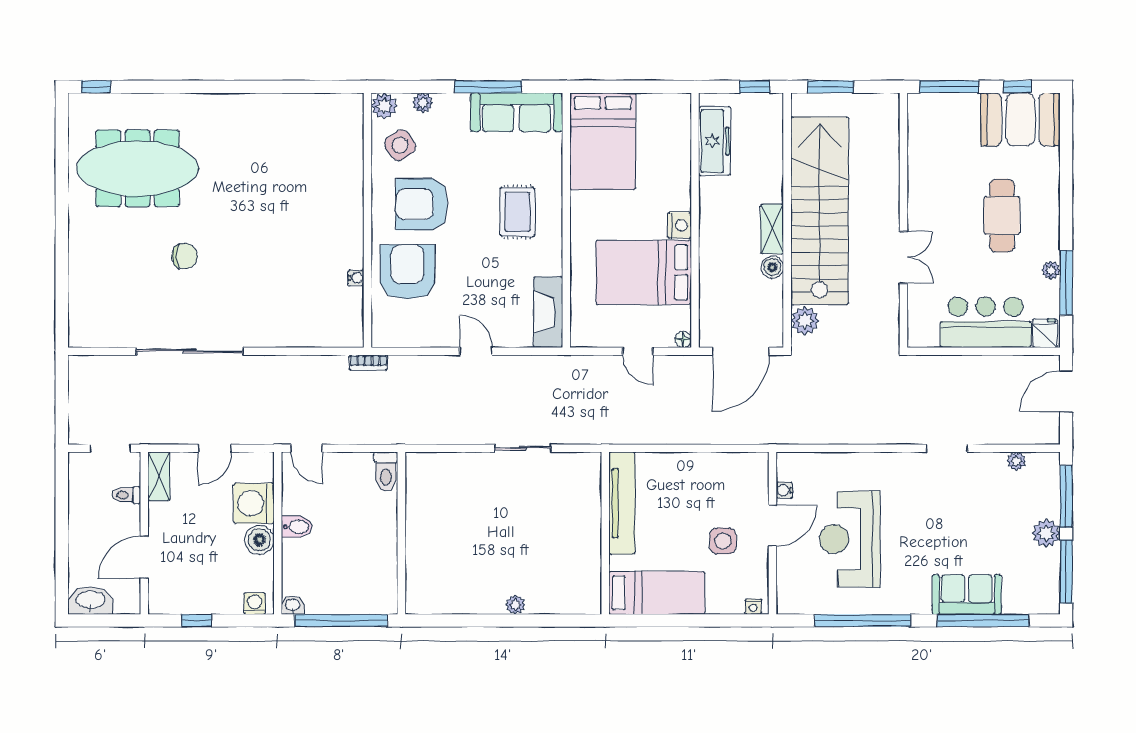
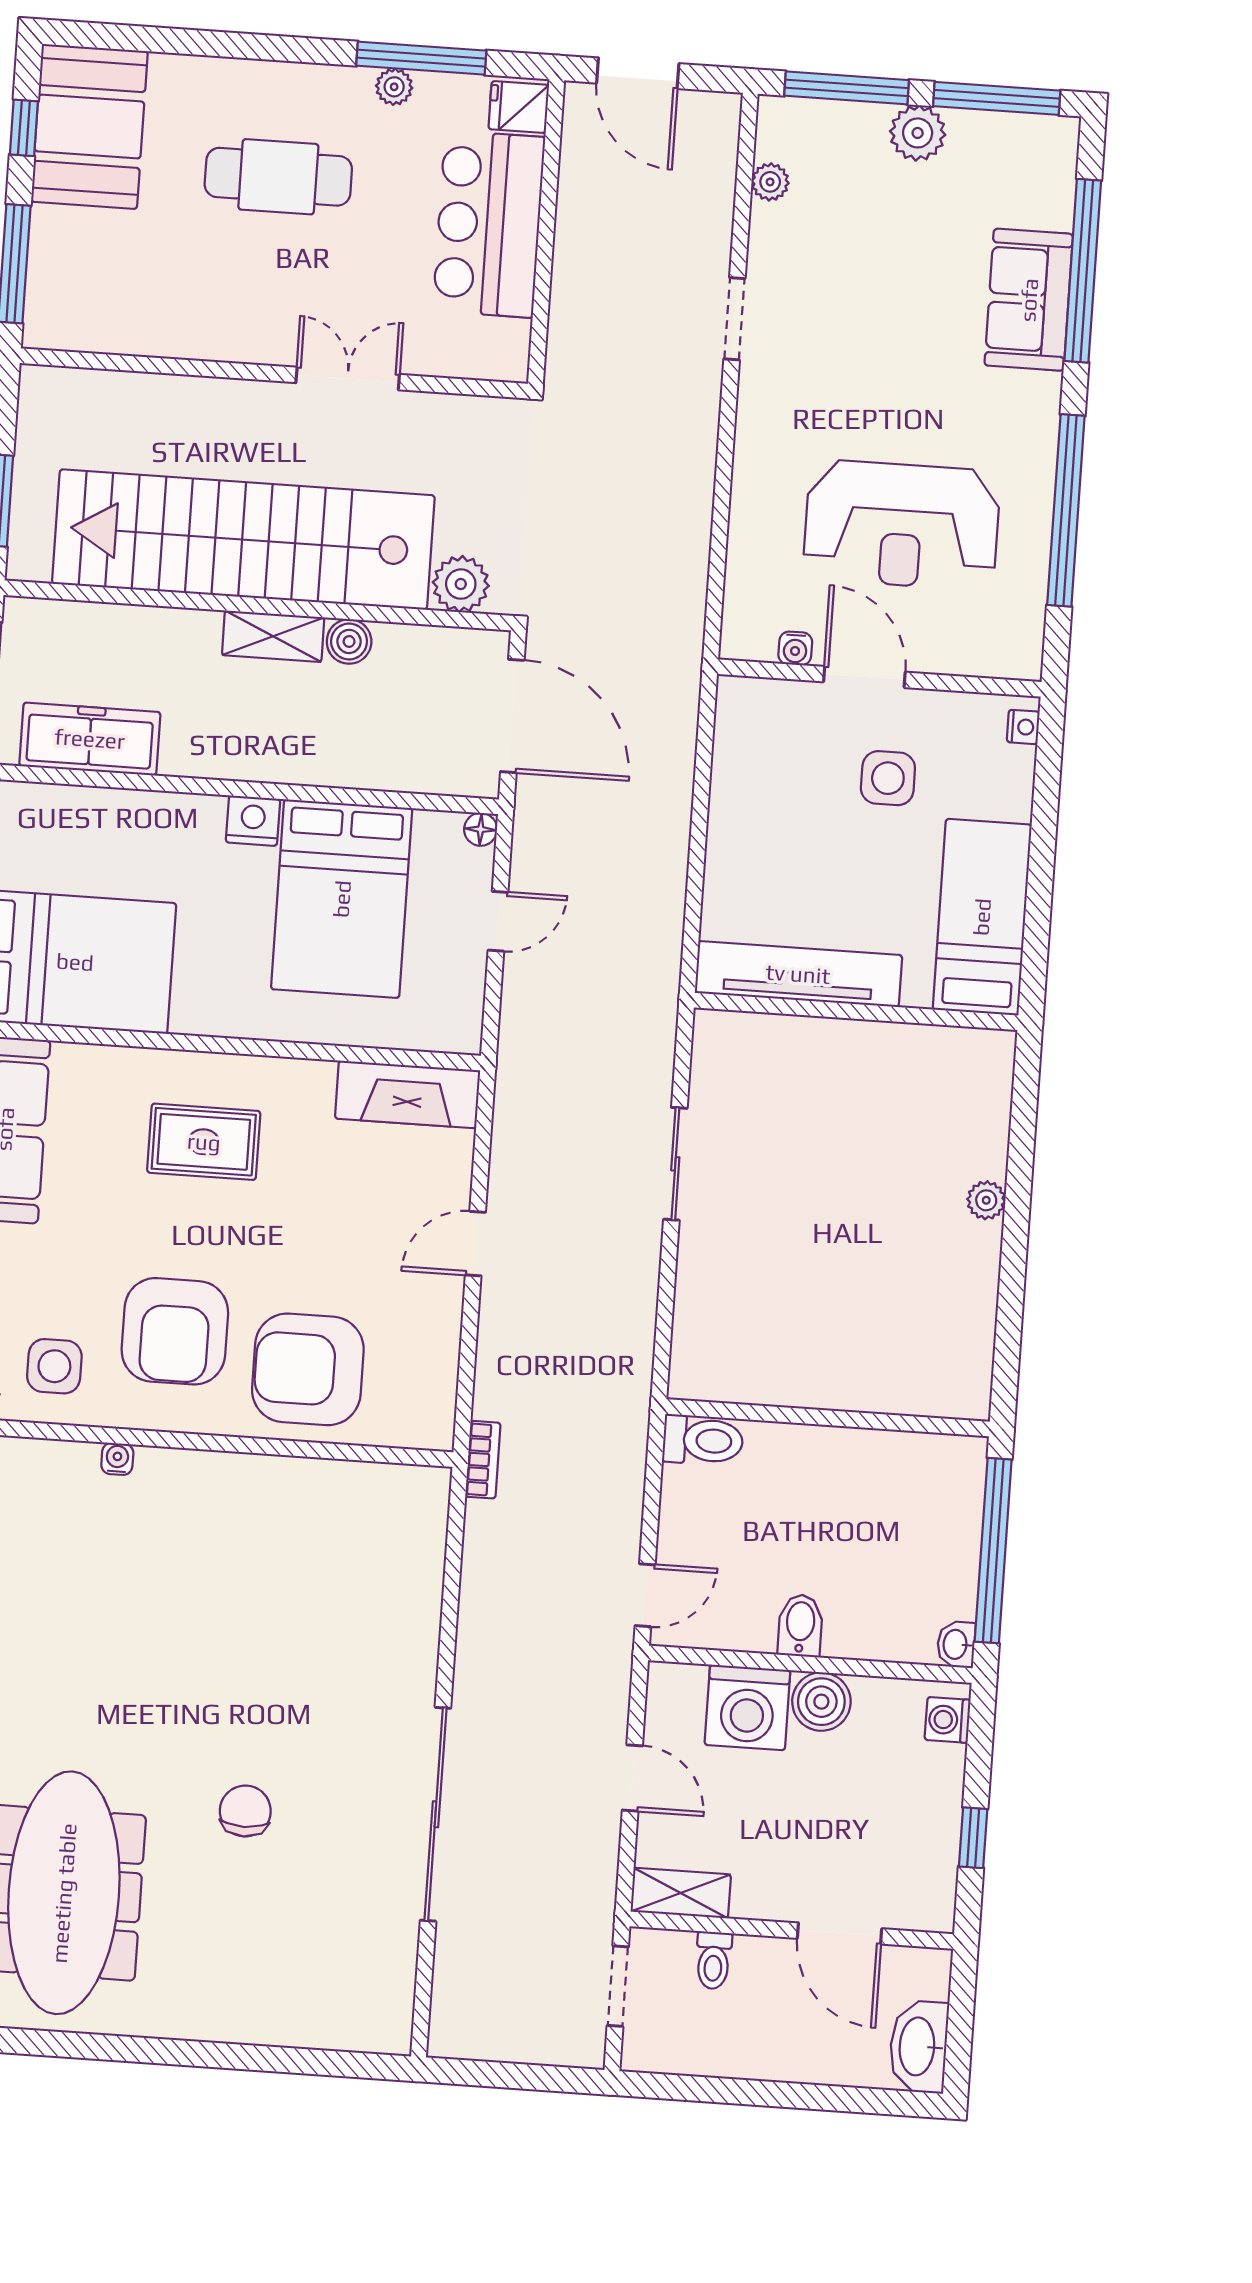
side table: (400, 145) -> (54, 1366), turned 34
water cooler: (356, 278) -> (117, 1459), moved

